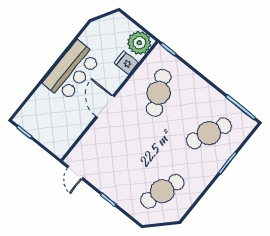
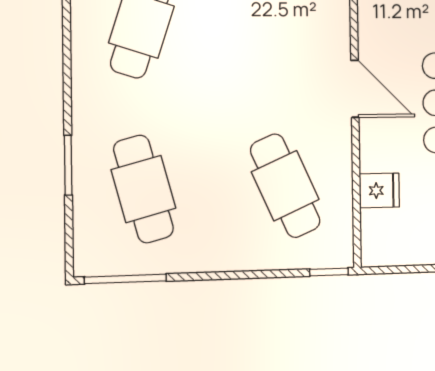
plant: (139, 43) -> (385, 241), removed
cafe table: (209, 133) -> (143, 189), turned -39

